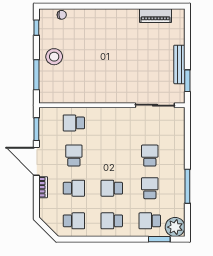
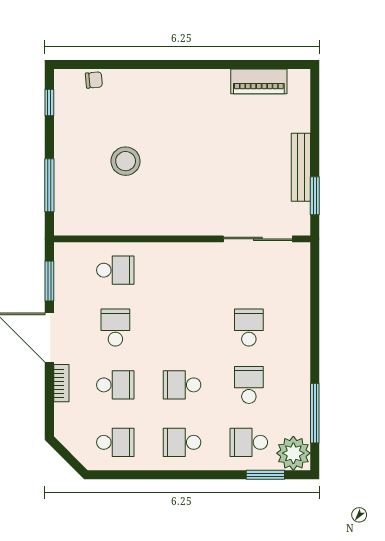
stool: (54, 57) -> (126, 161), moved
school desk: (74, 123) -> (115, 270), turned 180
window: (187, 186) -> (315, 413), moved

